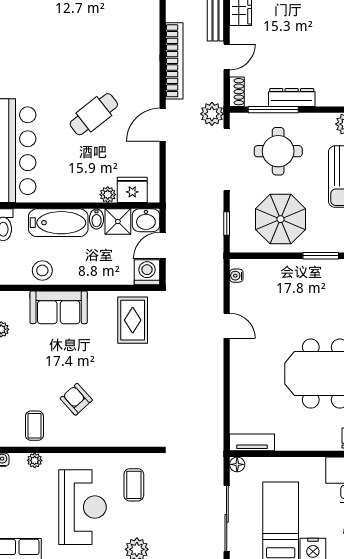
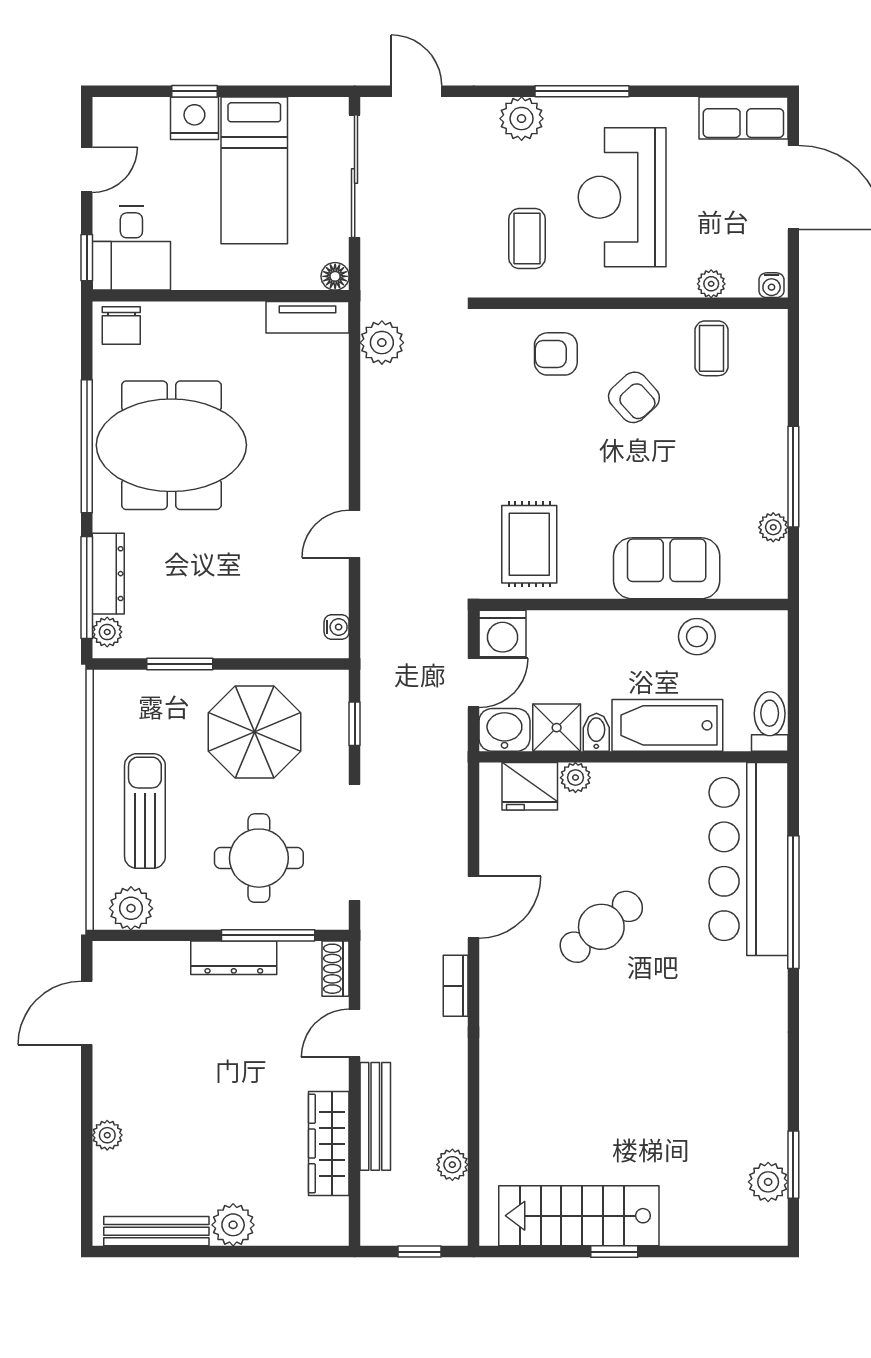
bookcase: (174, 61) -> (456, 986), width x0.43, depth x0.76
plant: (212, 114) -> (382, 343), moved
door: (227, 326) -> (355, 534), hinge flipped
armchair: (118, 423) -> (556, 354), added

